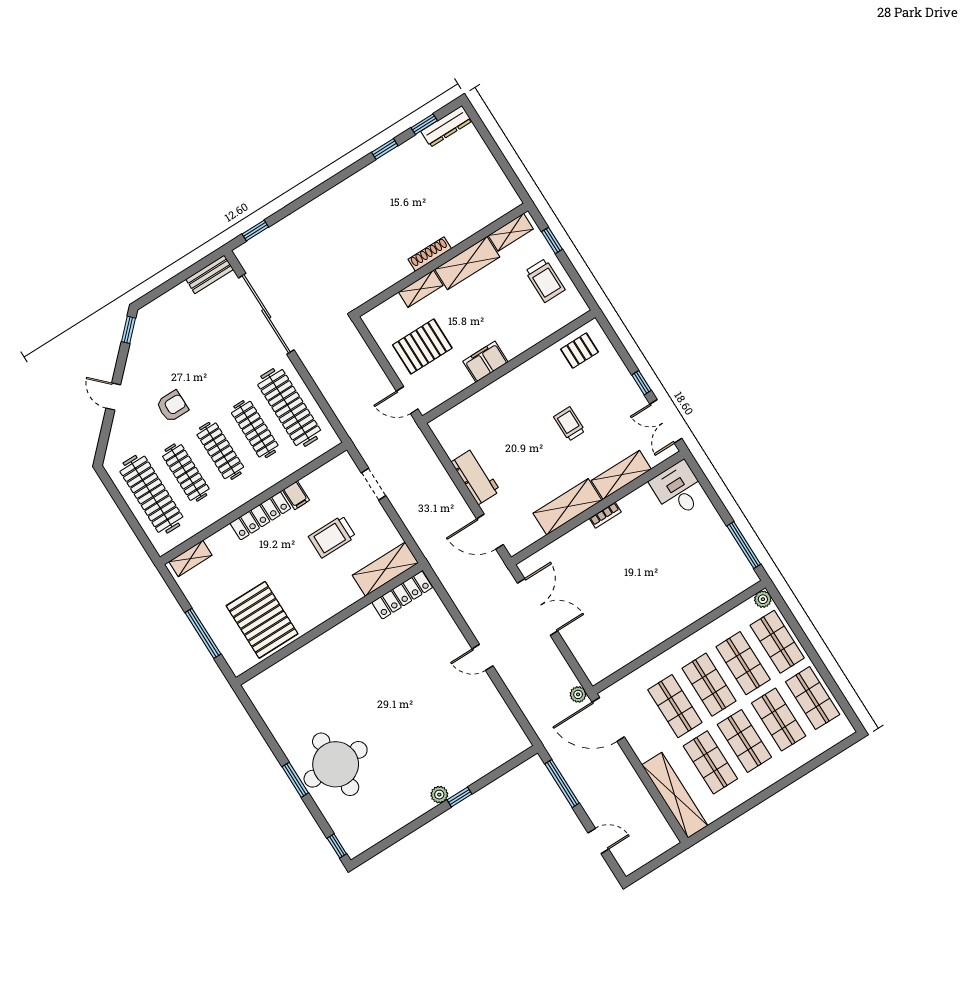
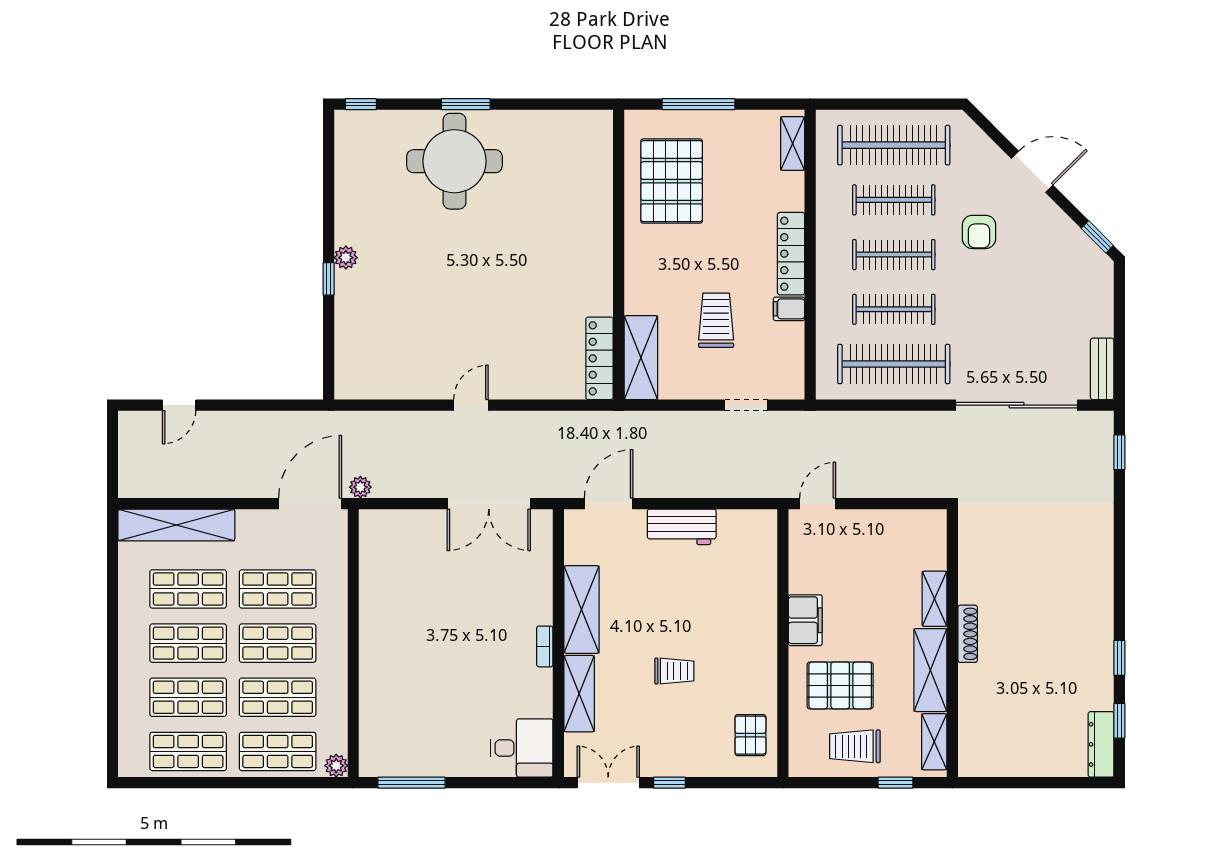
pallet: (422, 346) -> (840, 685), moved, turned 90
door: (113, 397) -> (1032, 172), width x1.38
pallet: (262, 620) -> (672, 181), turned 90
window: (562, 784) -> (270, 405), removed

